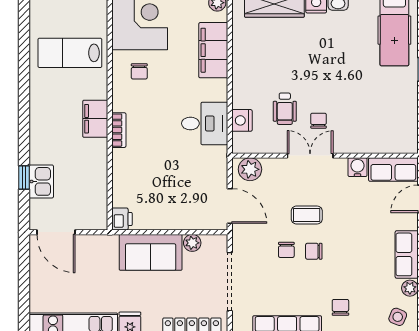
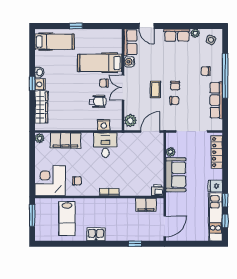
hospital bed: (355, 113) -> (100, 63), added
filing cabinet: (95, 119) -> (146, 205), moved
kitchen sink: (41, 181) -> (96, 234), moved

